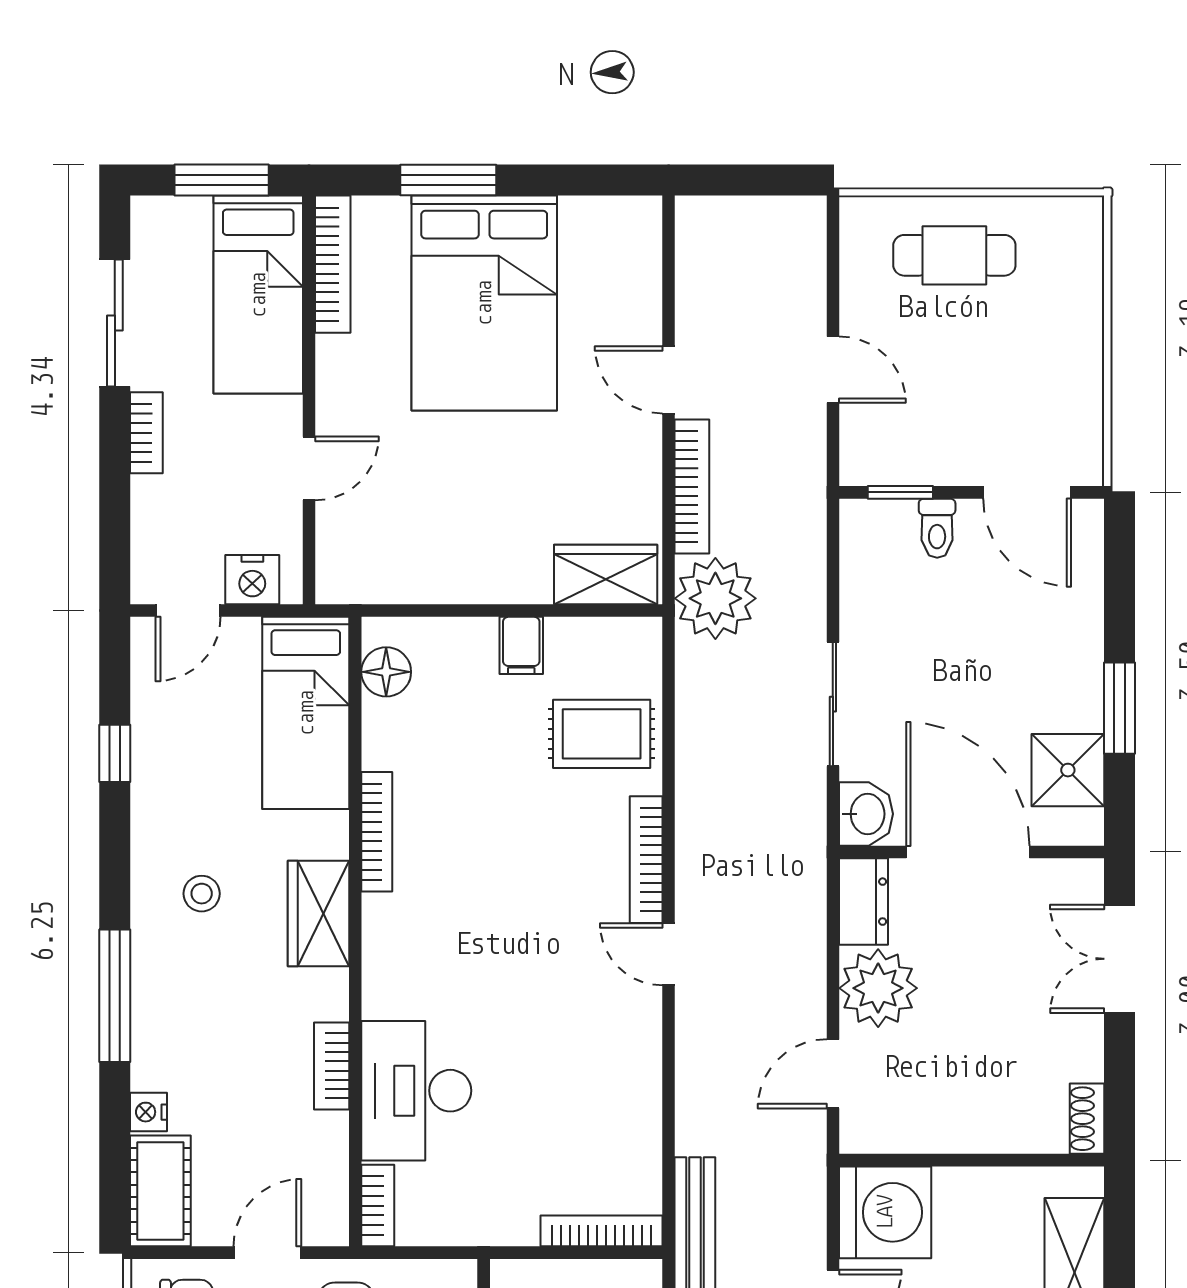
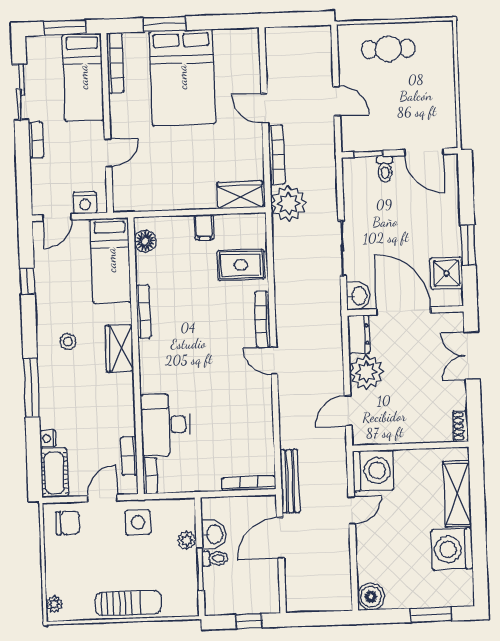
bookcase: (332, 1066) -> (129, 456), moved

